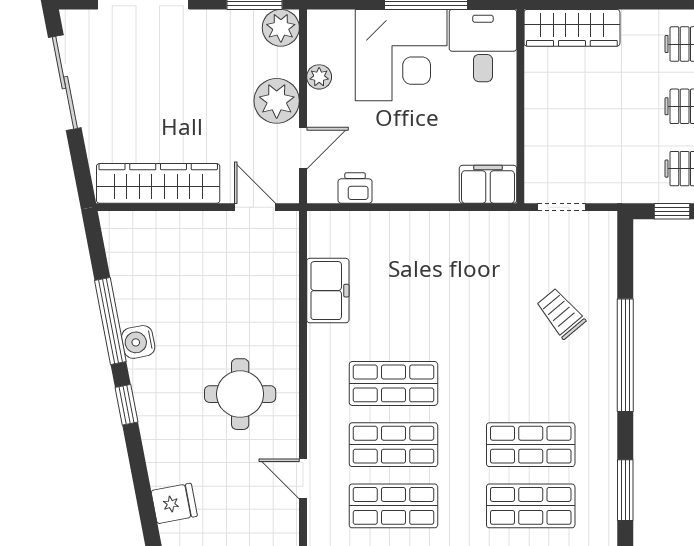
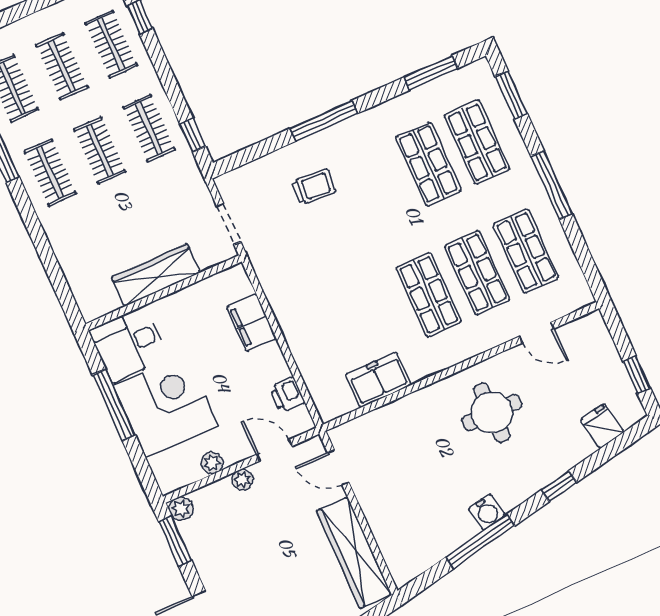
plant: (281, 28) -> (181, 509), width x0.73, depth x0.73
wardrobe: (572, 28) -> (156, 275), moved, turned -90
plant: (277, 101) -> (242, 480), width x0.53, depth x0.53
filing cabinet: (488, 184) -> (251, 323), moved
door: (255, 207) -> (338, 467), hinge flipped
trolley: (561, 313) -> (314, 187), turned -136
window: (625, 355) -> (324, 121), width x0.68
window: (126, 405) -> (559, 486), moved
door: (303, 479) -> (537, 332), hinge flipped

